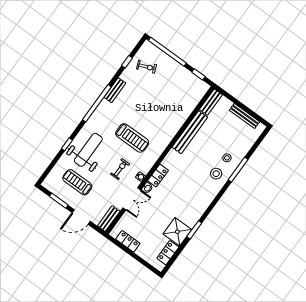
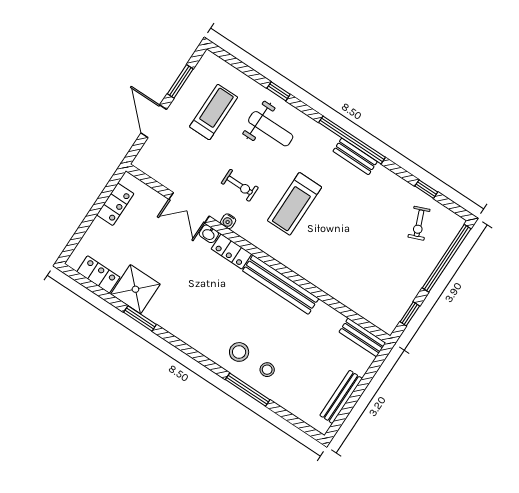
bench: (115, 90) -> (355, 156), moved
bench: (190, 132) -> (281, 285), moved
weight bench: (88, 150) -> (271, 129), width x0.73, depth x0.75
bench: (109, 219) -> (153, 169), removed

